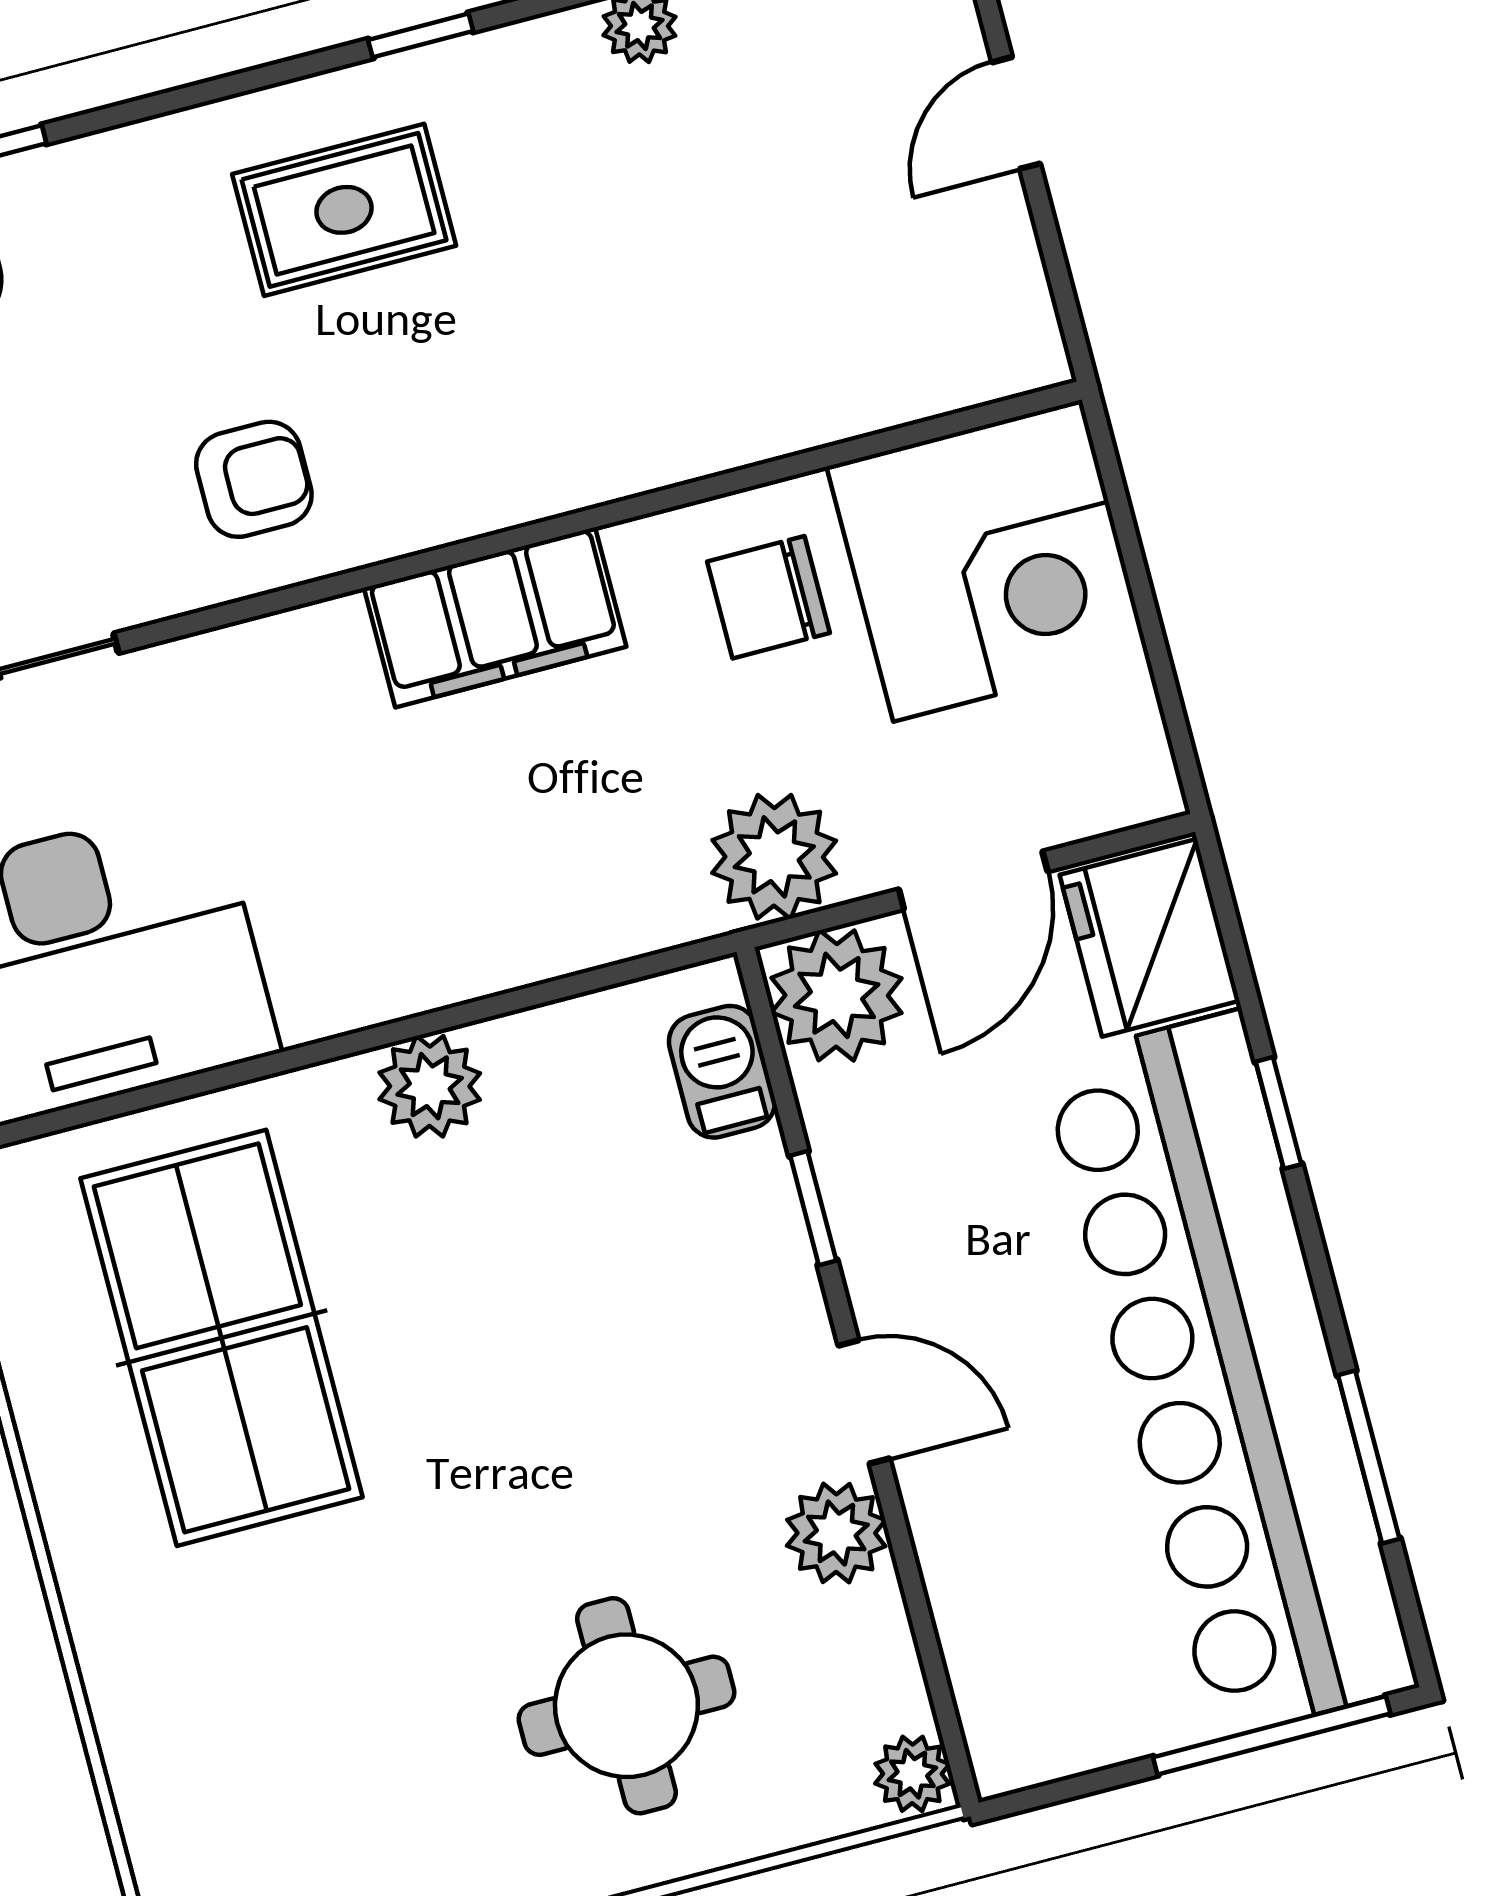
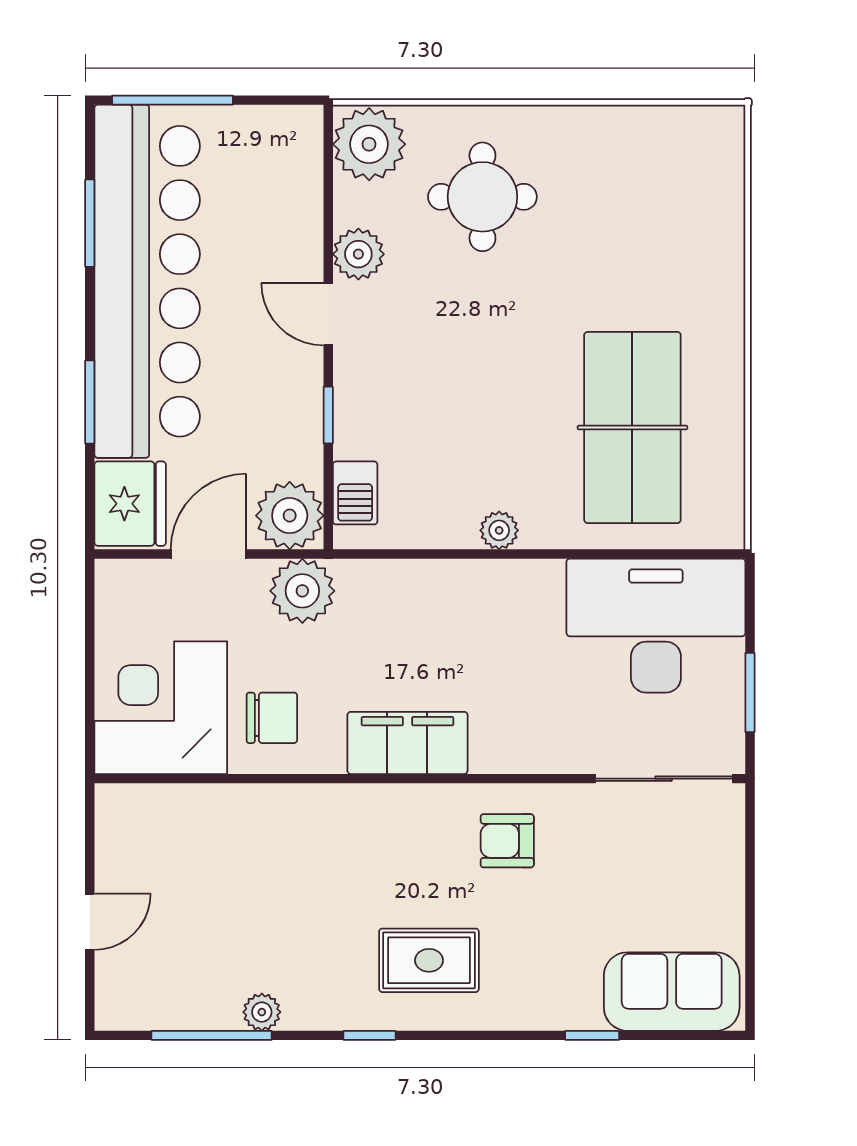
plant: (430, 1086) -> (499, 530), width x0.73, depth x0.73
window: (1278, 1113) -> (90, 402), width x1.50
plant: (912, 1774) -> (369, 144), width x1.87, depth x1.87

